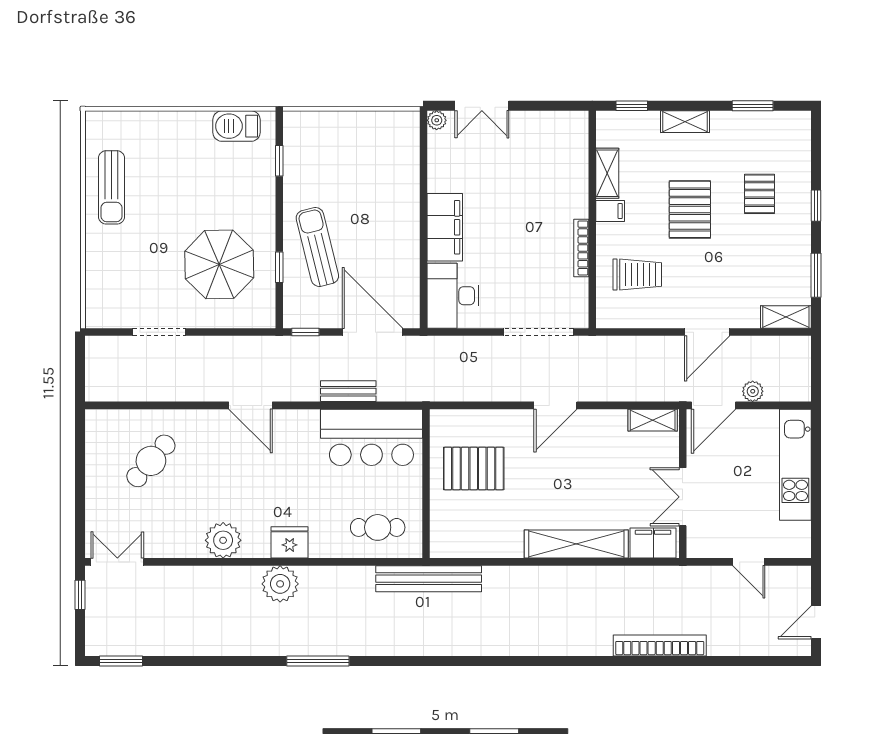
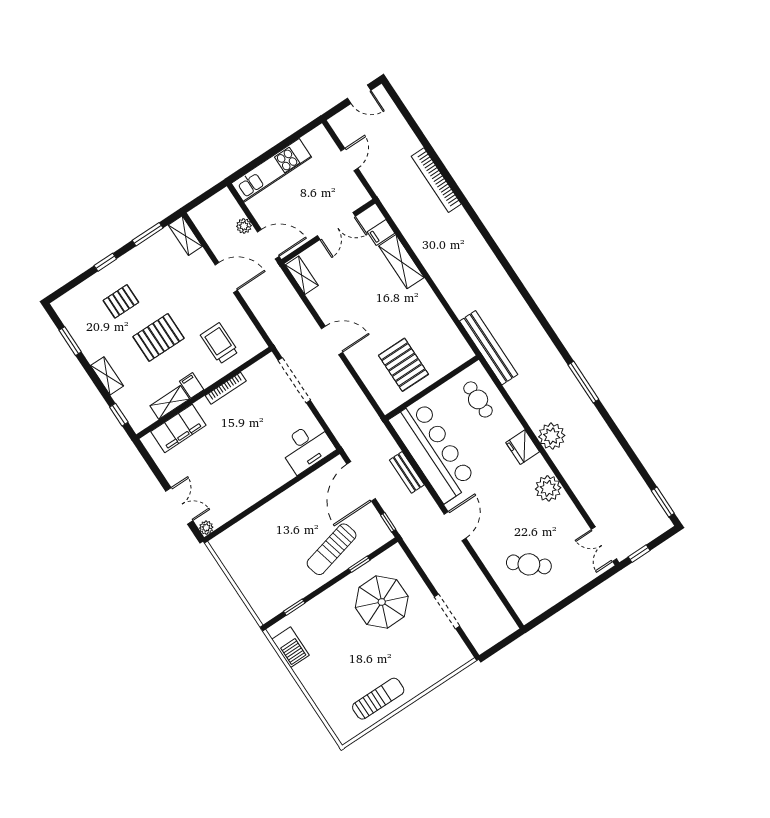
filing cabinet: (445, 227) -> (178, 428), moved, turned 180
bar counter: (371, 437) -> (433, 451), width x1.36
filing cabinet: (653, 543) -> (381, 232), width x0.50
shelving: (576, 544) -> (401, 262), width x0.68

